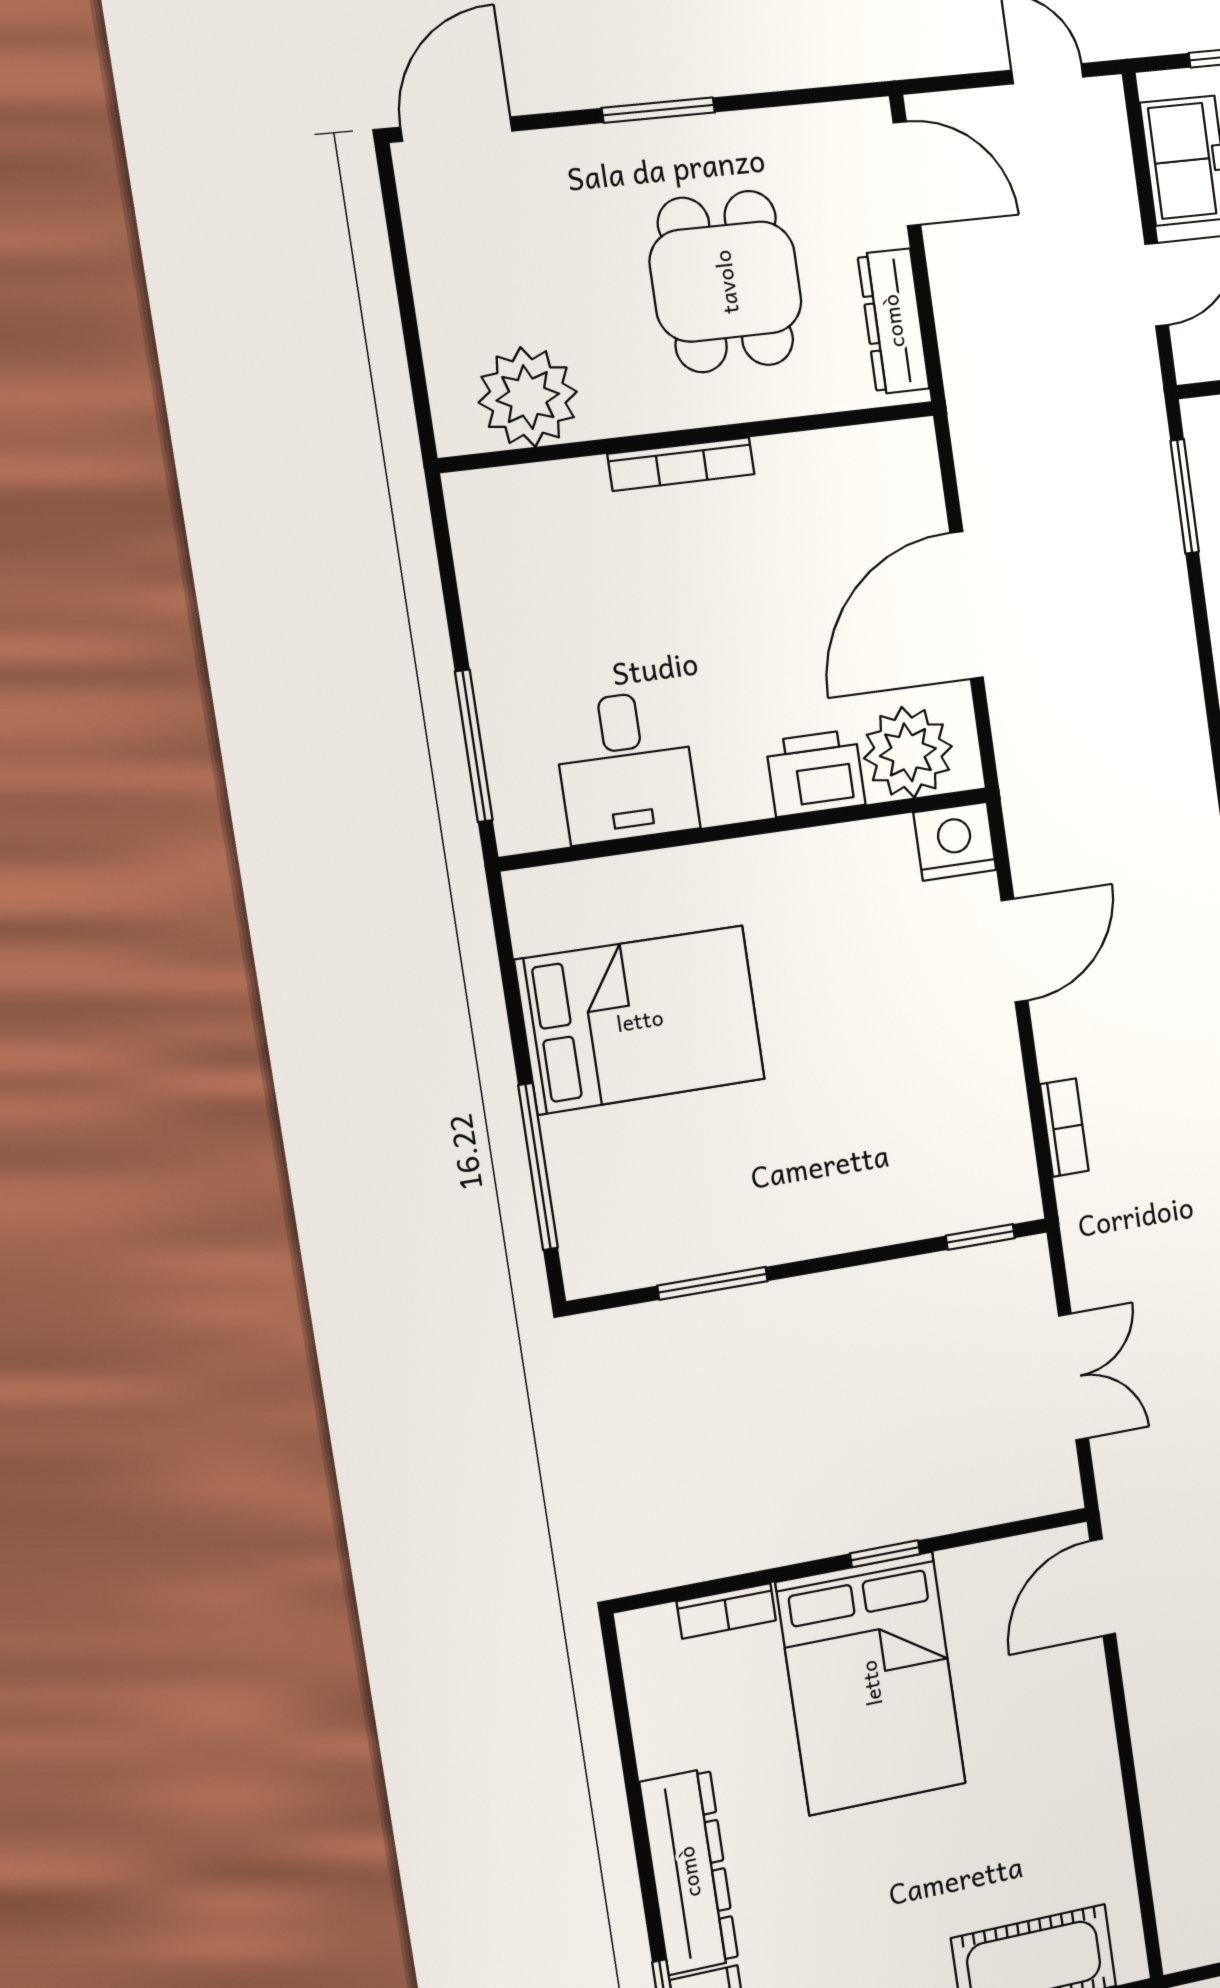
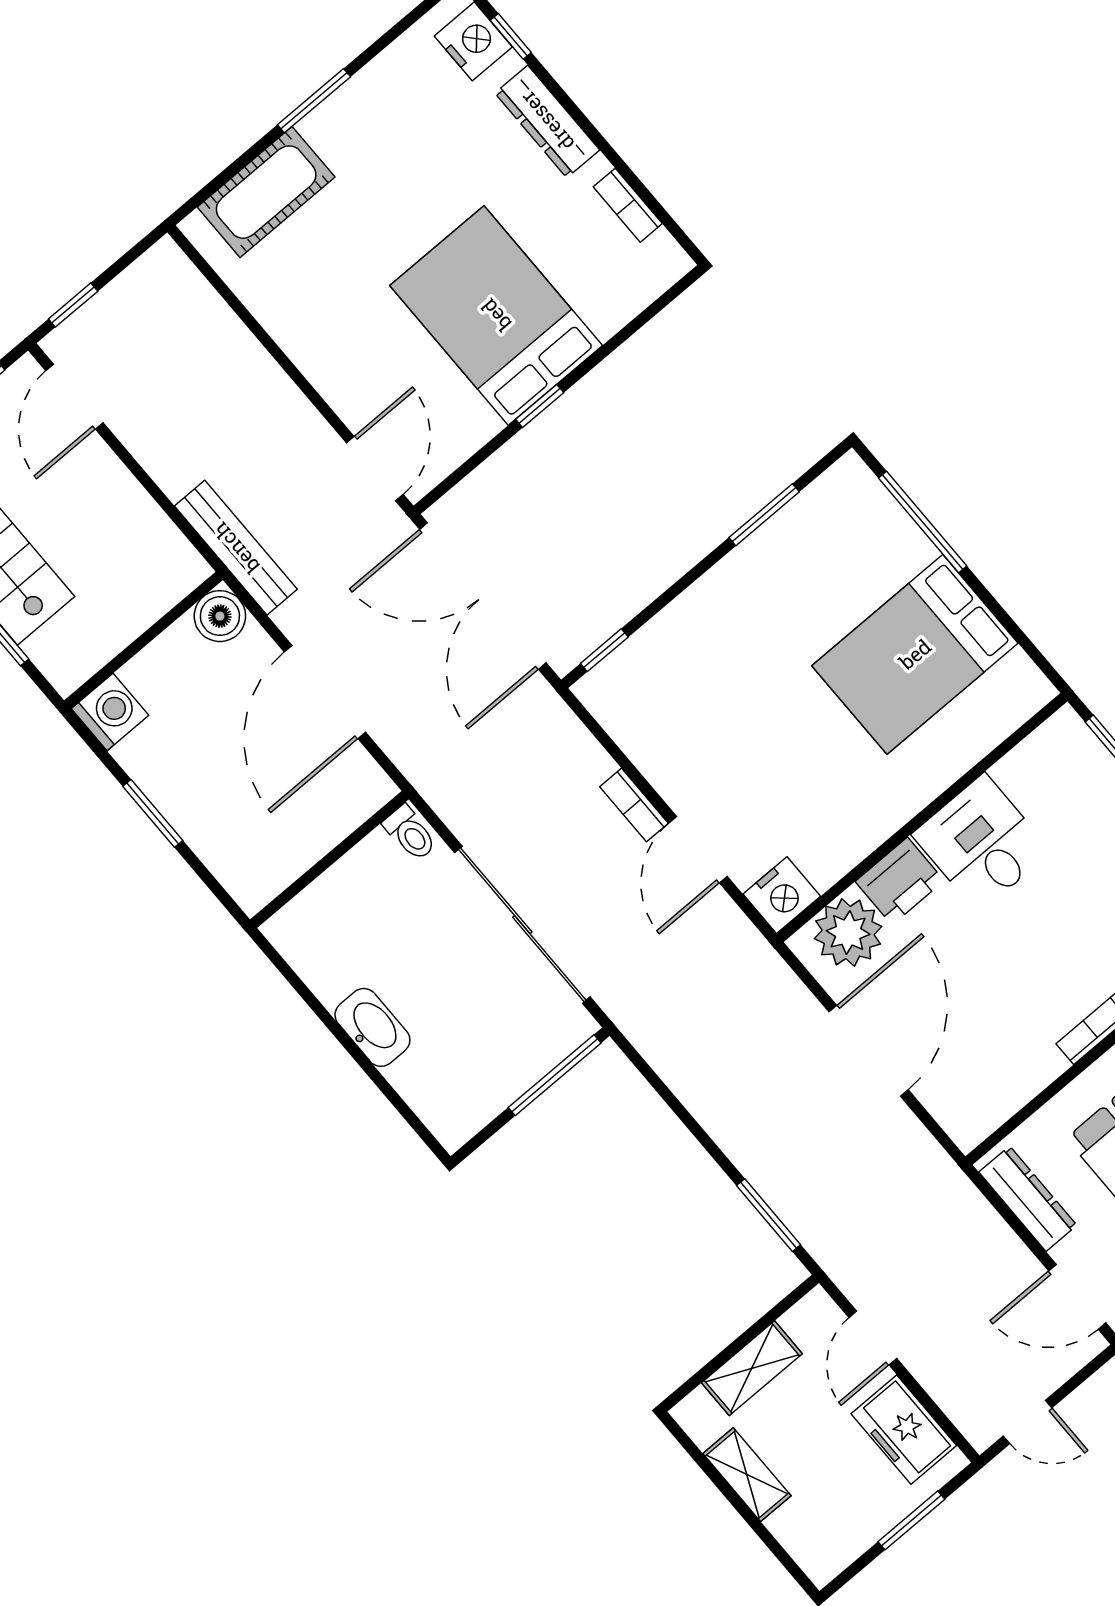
desk: (626, 767) -> (982, 843), moved
bookcase: (1064, 1128) -> (634, 805), moved
double door: (1074, 1377) -> (483, 596), width x1.87
bookcase: (726, 1611) -> (628, 205), moved, turned -90
dresser: (689, 1872) -> (547, 121), width x0.73, depth x0.80

